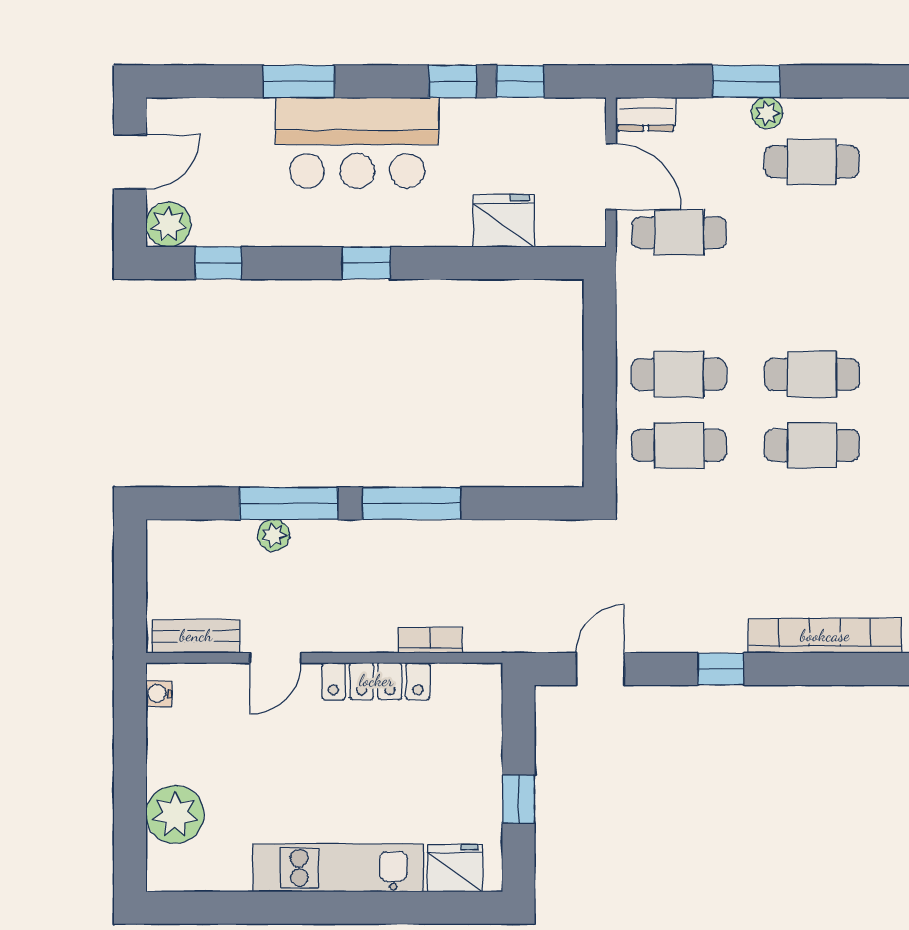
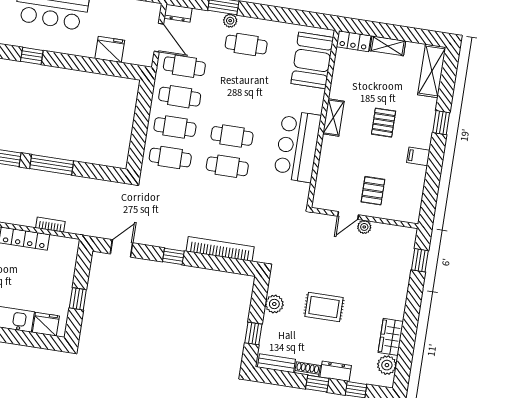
window: (366, 263) -> (32, 56), moved
cafe table: (679, 304) -> (180, 97), added

